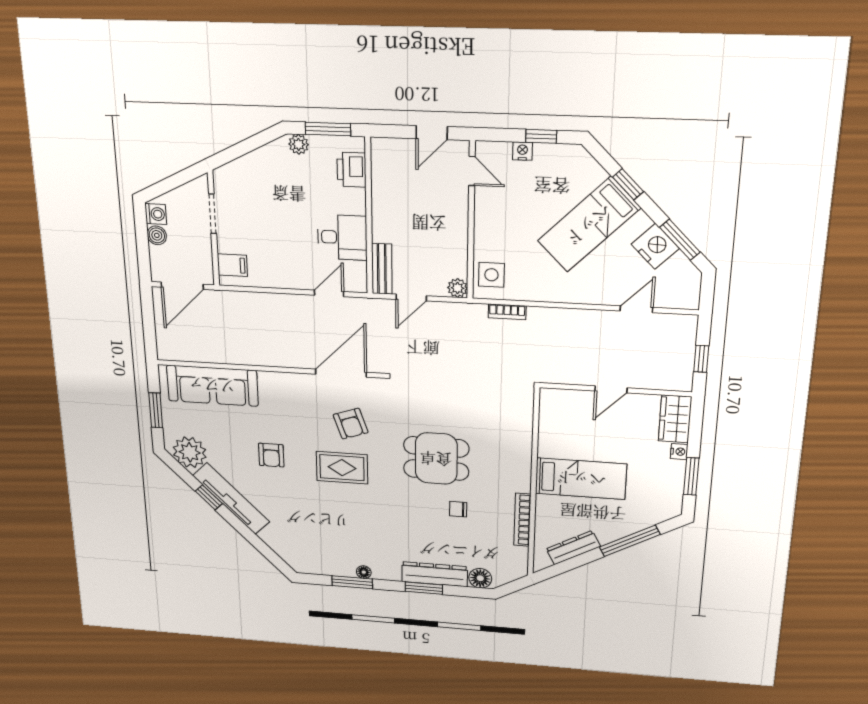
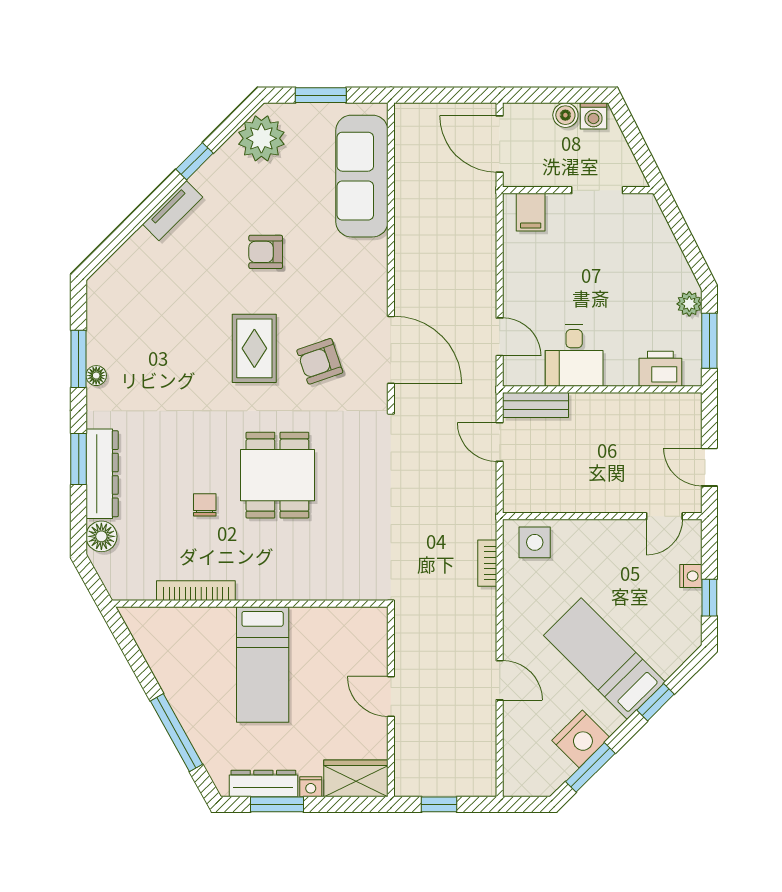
plant: (458, 288) -> (515, 500), removed
door: (636, 309) -> (500, 680), moved
tv unit: (231, 499) -> (173, 211), width x0.52, depth x0.78
dresser: (573, 548) -> (263, 784), moved, turned -61

